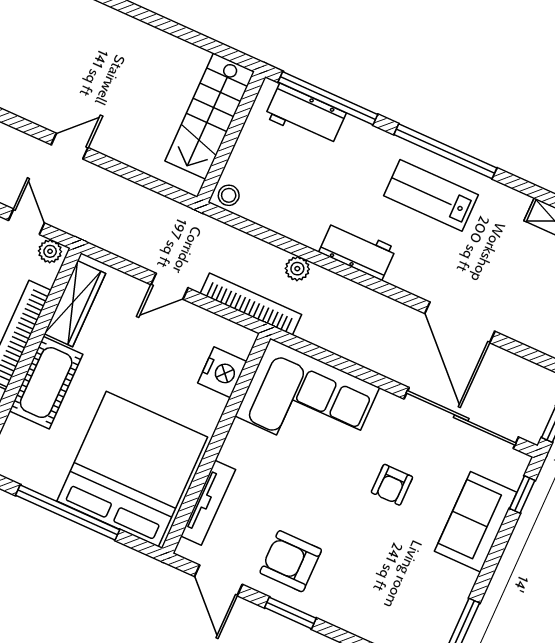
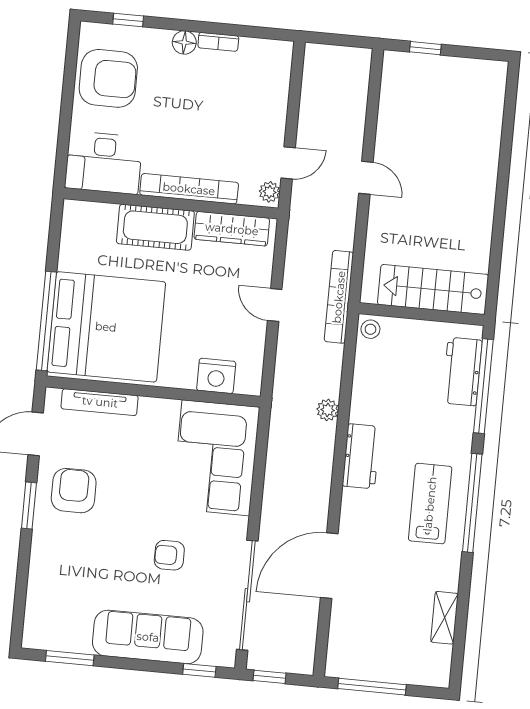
bookcase: (251, 304) -> (339, 297), moved, turned 180
window: (68, 512) -> (46, 321), moved
sofa: (476, 522) -> (148, 637), width x1.36

